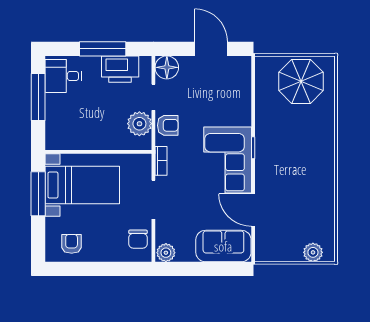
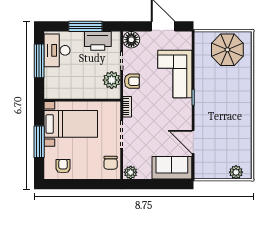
desk: (63, 76) -> (57, 50), width x1.37
corner sofa: (228, 160) -> (175, 74), moved
window: (38, 194) -> (39, 142), moved

